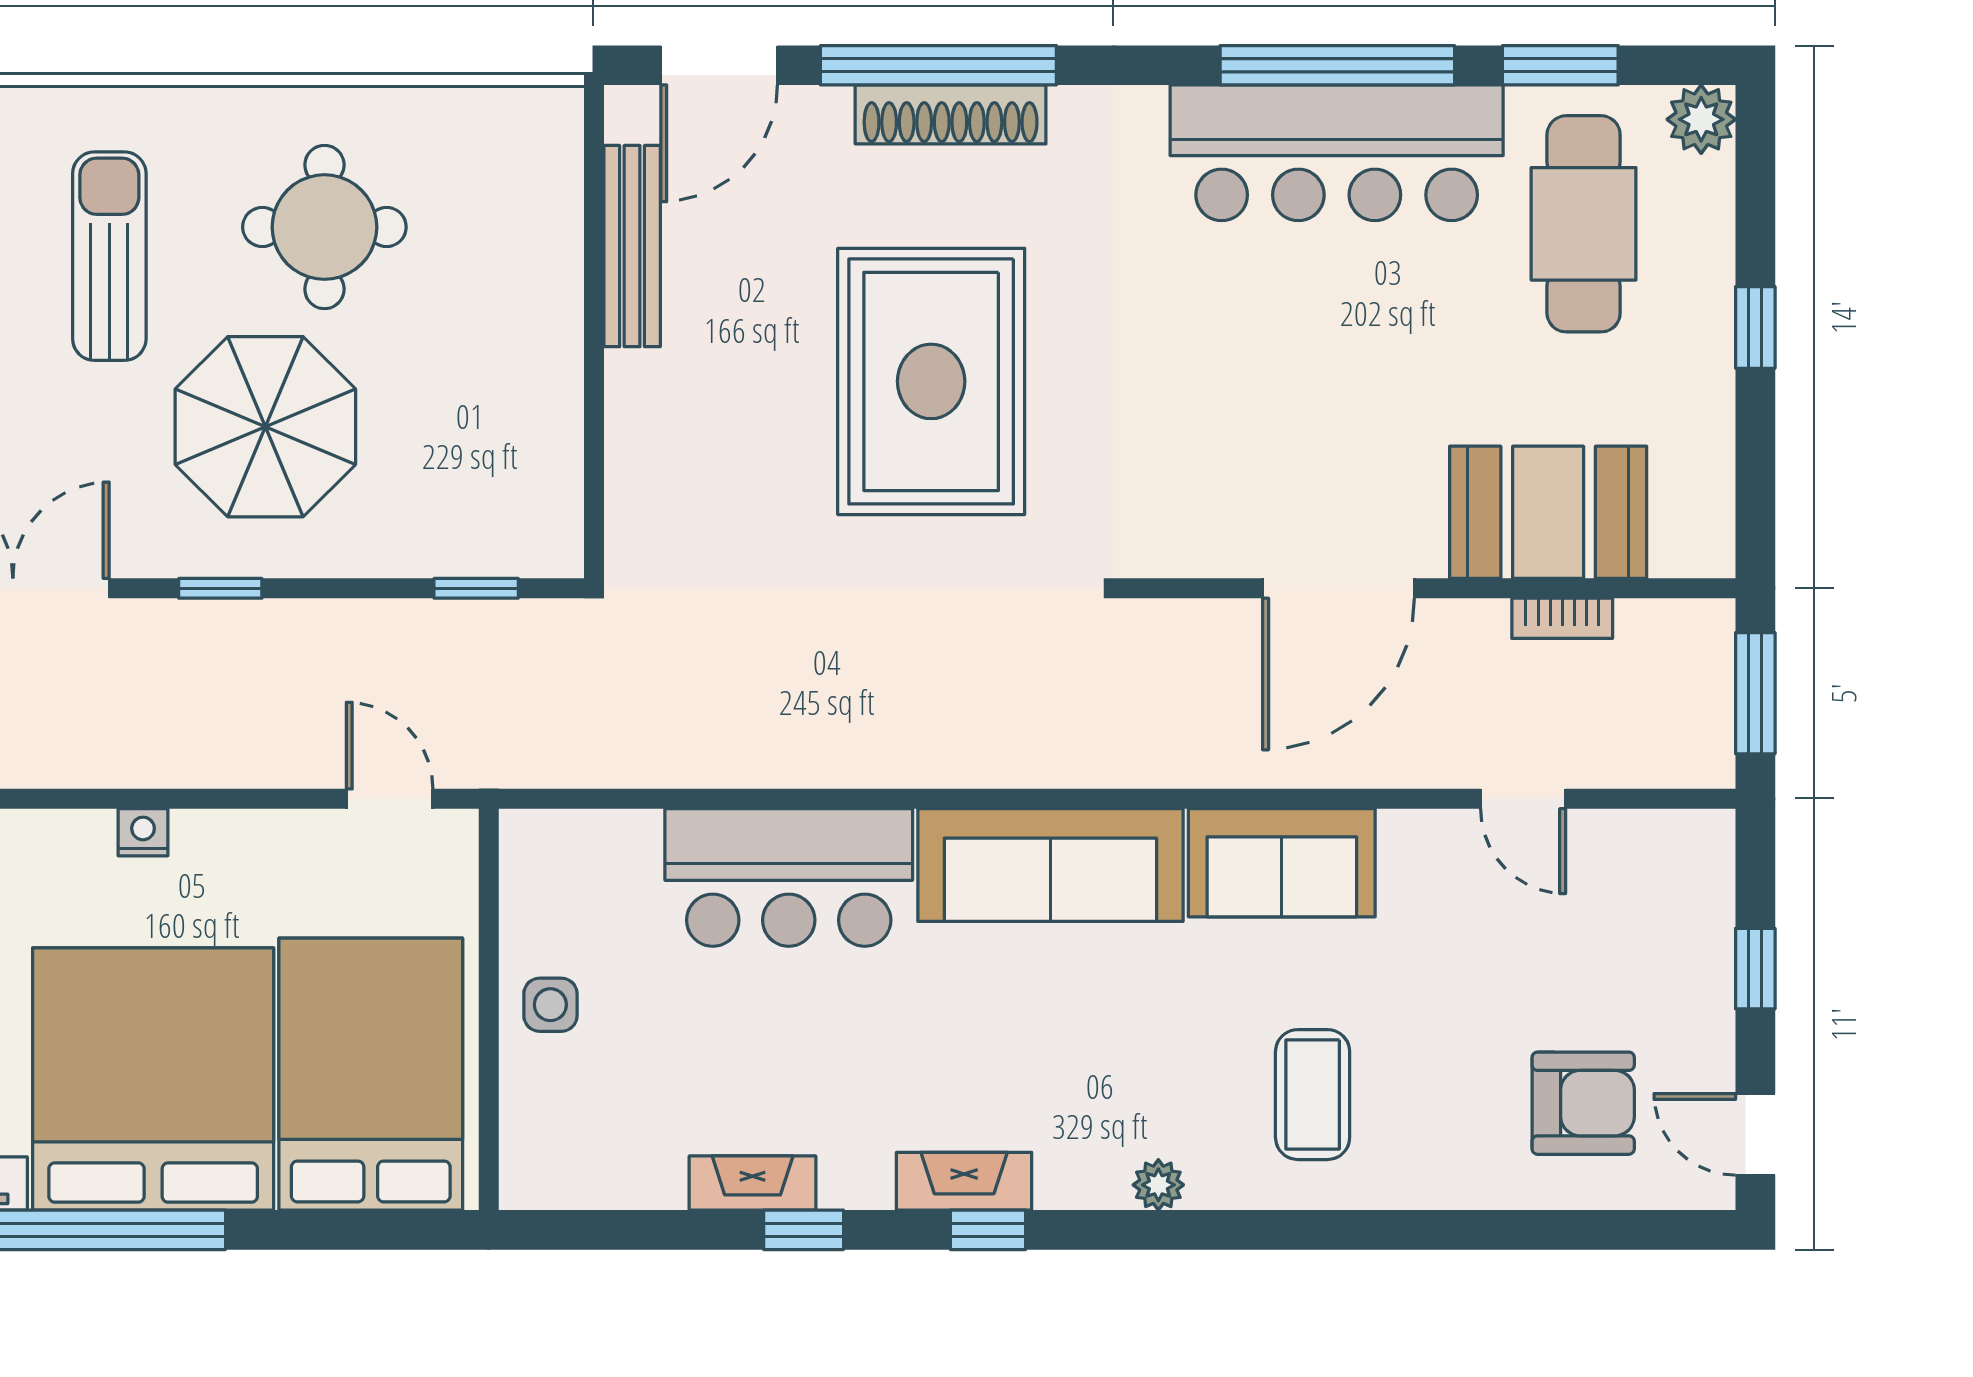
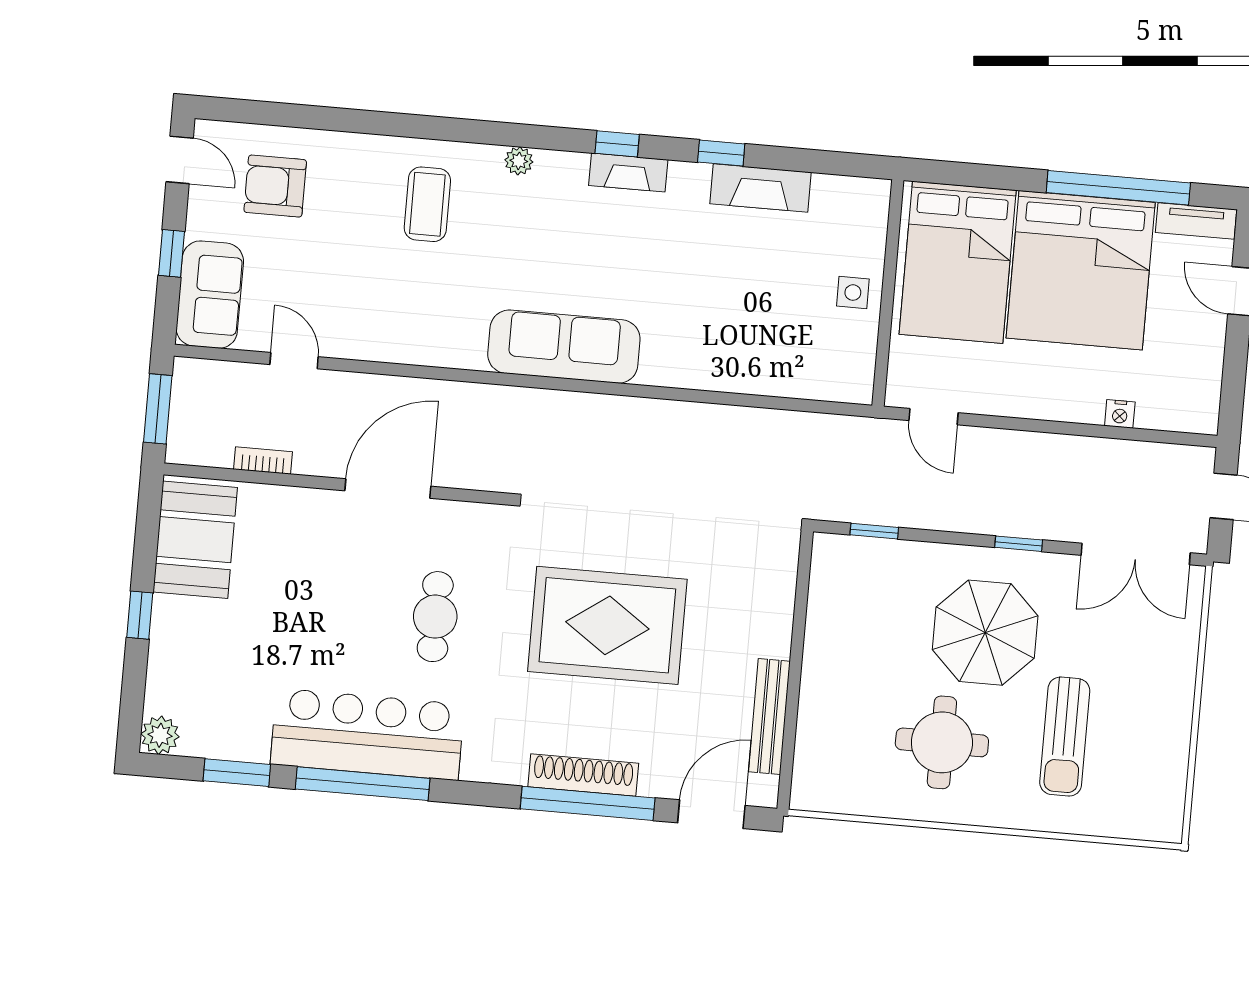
cafe table: (1584, 224) -> (435, 617), moved, width x0.73, depth x0.74
rug: (931, 381) -> (607, 625), turned 90
booth: (1548, 512) -> (195, 540), moved, turned 90
nightstand: (143, 832) -> (1120, 414), moved
sofa: (1282, 863) -> (210, 295), moved, turned 90
bar counter: (789, 877) -> (712, 353), removed
fireplace: (753, 1183) -> (760, 188), width x1.37, depth x1.32

